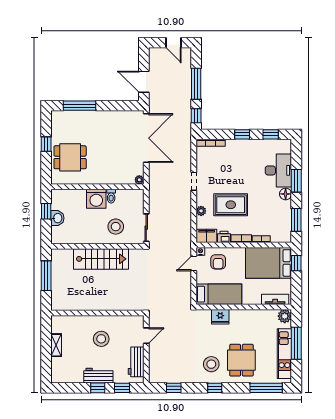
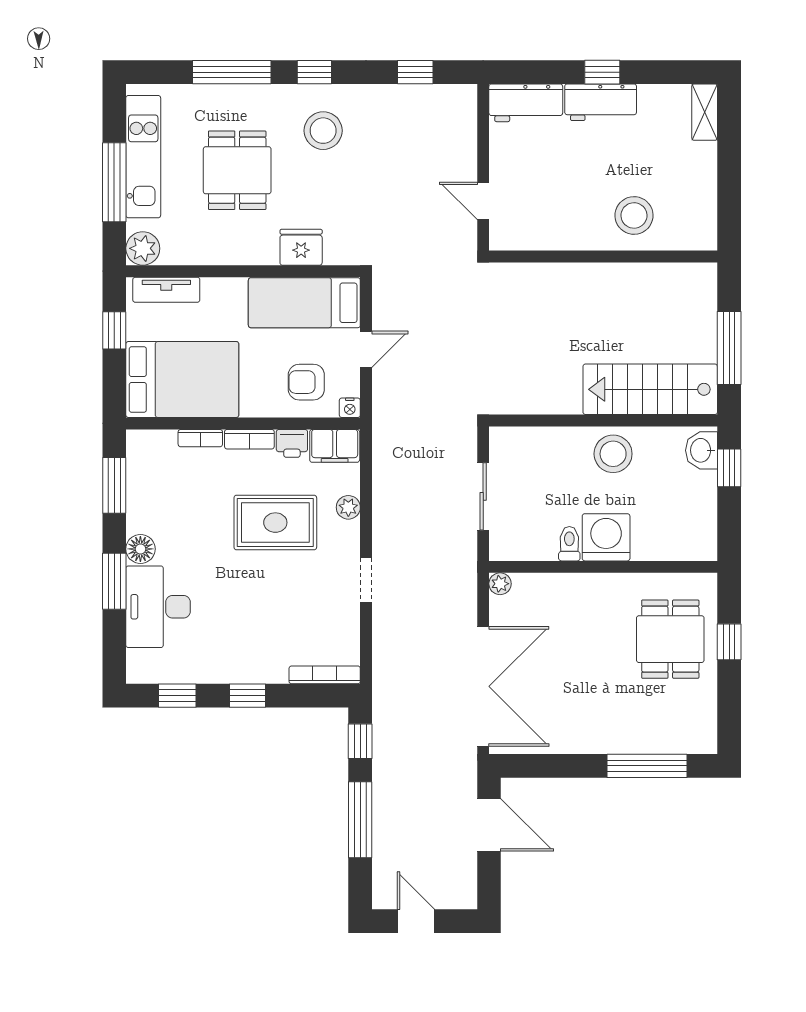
double door: (146, 138) -> (483, 686), swing flipped
window: (46, 144) -> (729, 642), moved
dining table: (70, 157) -> (670, 639), turned 90
window: (46, 211) -> (729, 468), moved
washbasin: (57, 218) -> (701, 450), moved
stool: (116, 227) -> (613, 454), moved
sliding door: (146, 228) -> (483, 496), moved
stairs: (101, 259) -> (650, 389), moved
armchair: (218, 262) -> (306, 382), turned -90
door: (194, 263) -> (366, 349), moved
window: (296, 263) -> (114, 330), moved
door: (146, 336) -> (483, 201), hinge flipped
stool: (101, 339) -> (634, 215), moved
shelving: (56, 345) -> (705, 112), moved
dining table: (241, 360) -> (237, 170), moved
workbench: (136, 362) -> (526, 103), moved, turned 90
window: (122, 388) -> (543, 72), removed
window: (266, 388) -> (232, 72), moved

